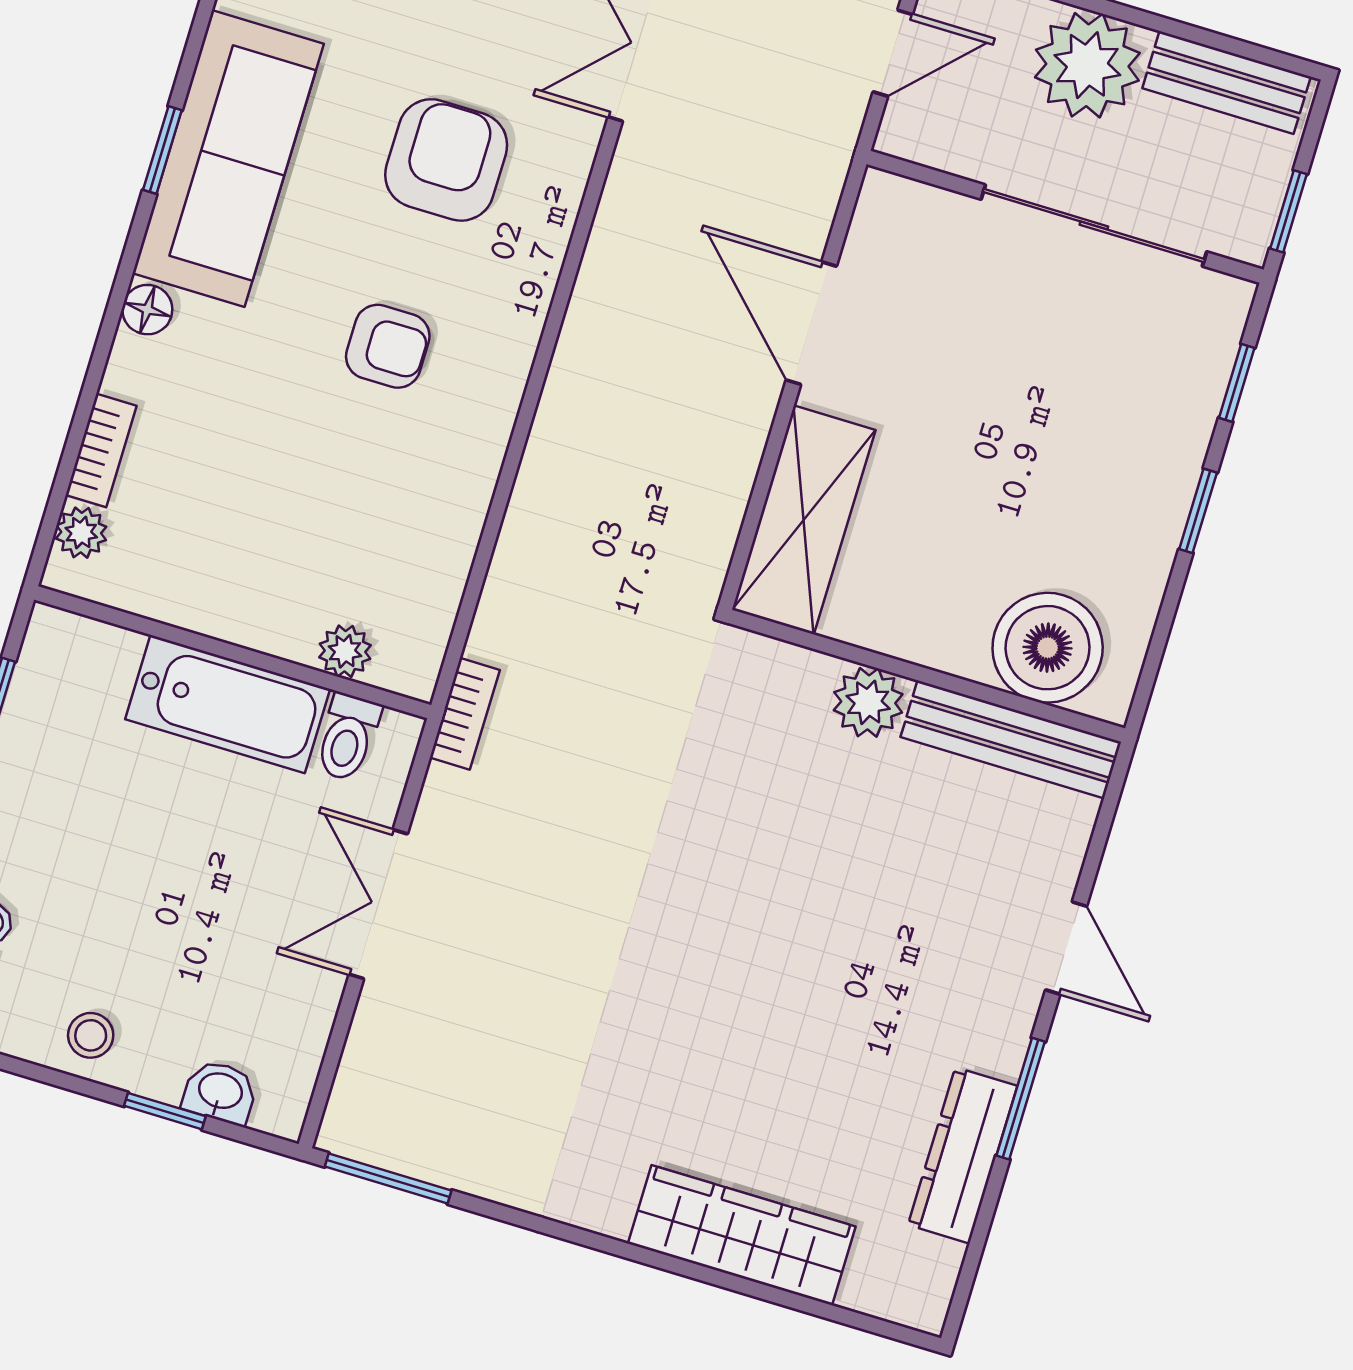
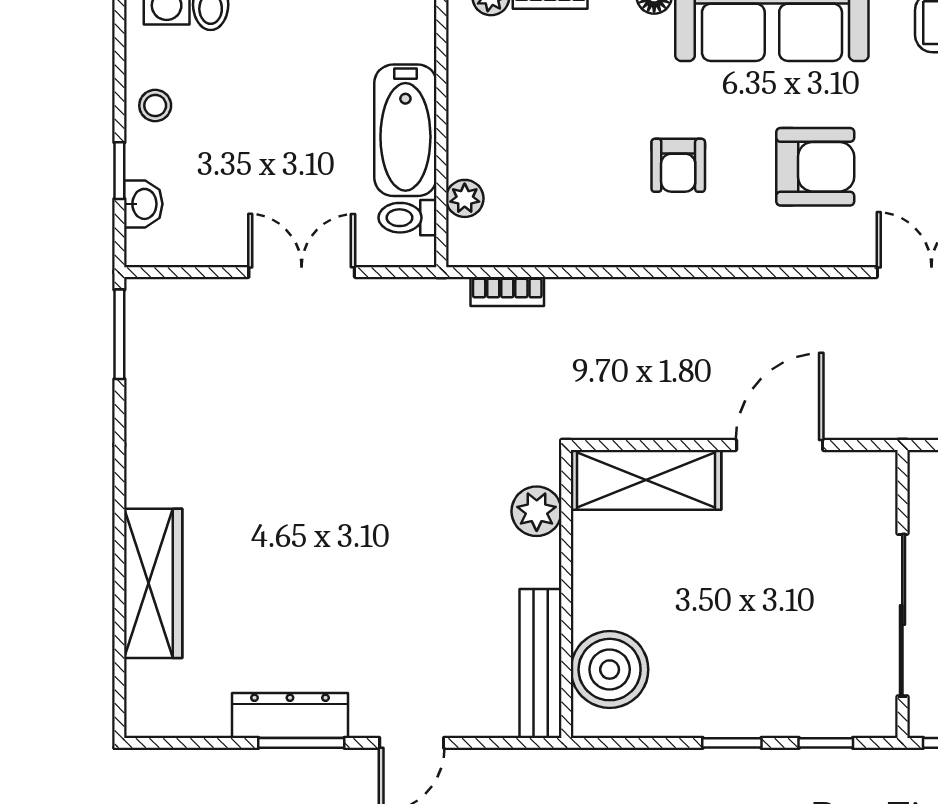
plant: (868, 702) -> (537, 511), moved
bookcase: (465, 714) -> (507, 292), moved
dresser: (963, 1155) -> (290, 715), moved

